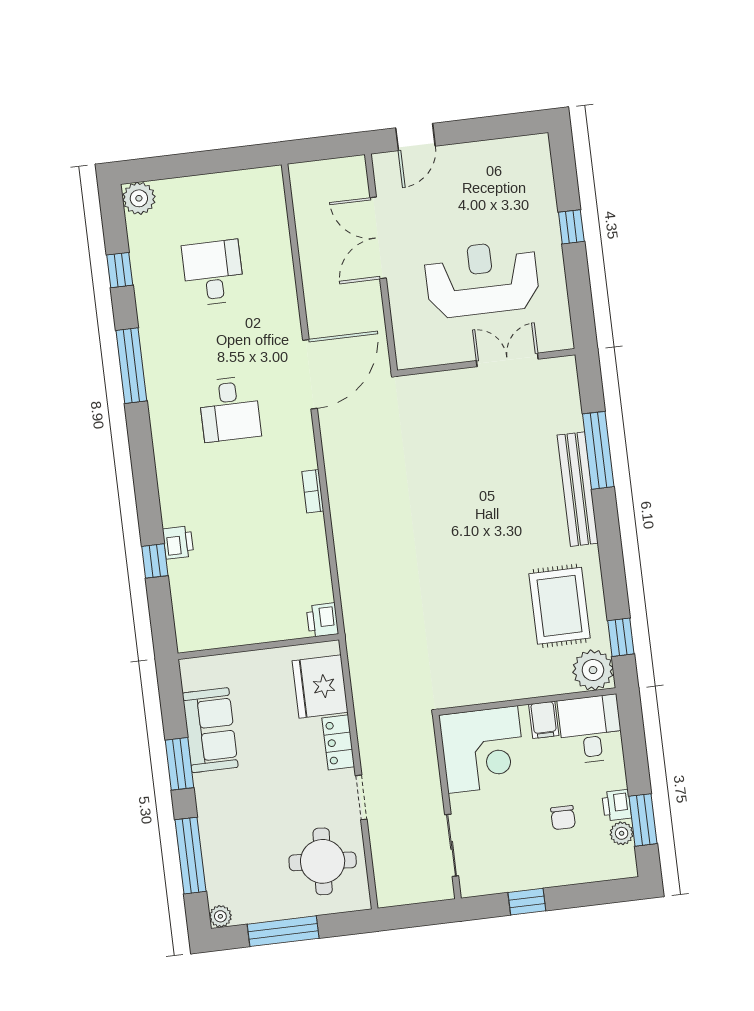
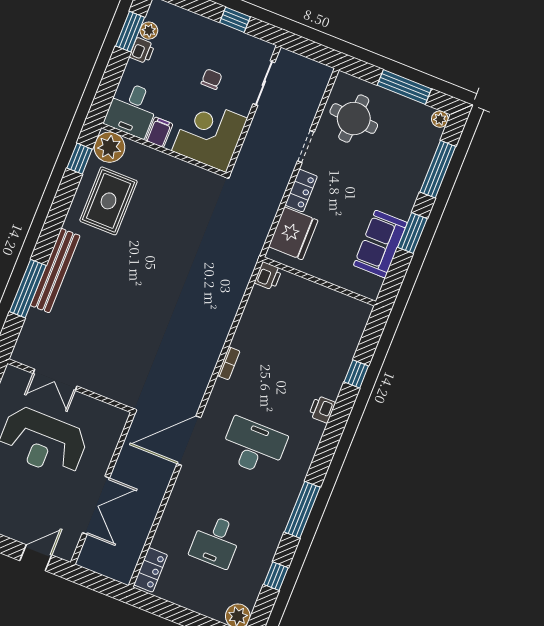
locker: (272, 197) -> (151, 570), added
desk: (230, 409) -> (254, 447), width x1.37
printer: (178, 542) -> (322, 409), moved
chair: (563, 818) -> (212, 79), moved

